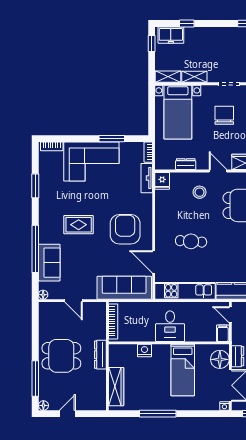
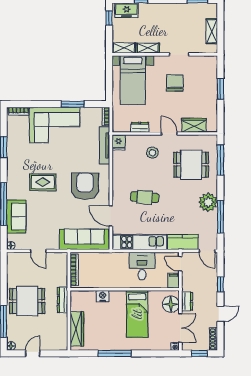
tv unit: (147, 178) -> (105, 145), width x1.41
desk: (170, 326) -> (142, 266), moved, turned 180

